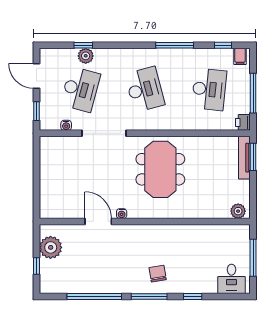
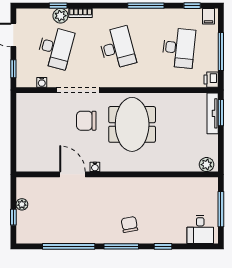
bookcase: (107, 53) -> (81, 13), added
chair: (113, 165) -> (86, 121), added
plant: (51, 247) -> (22, 204), width x0.53, depth x0.53

